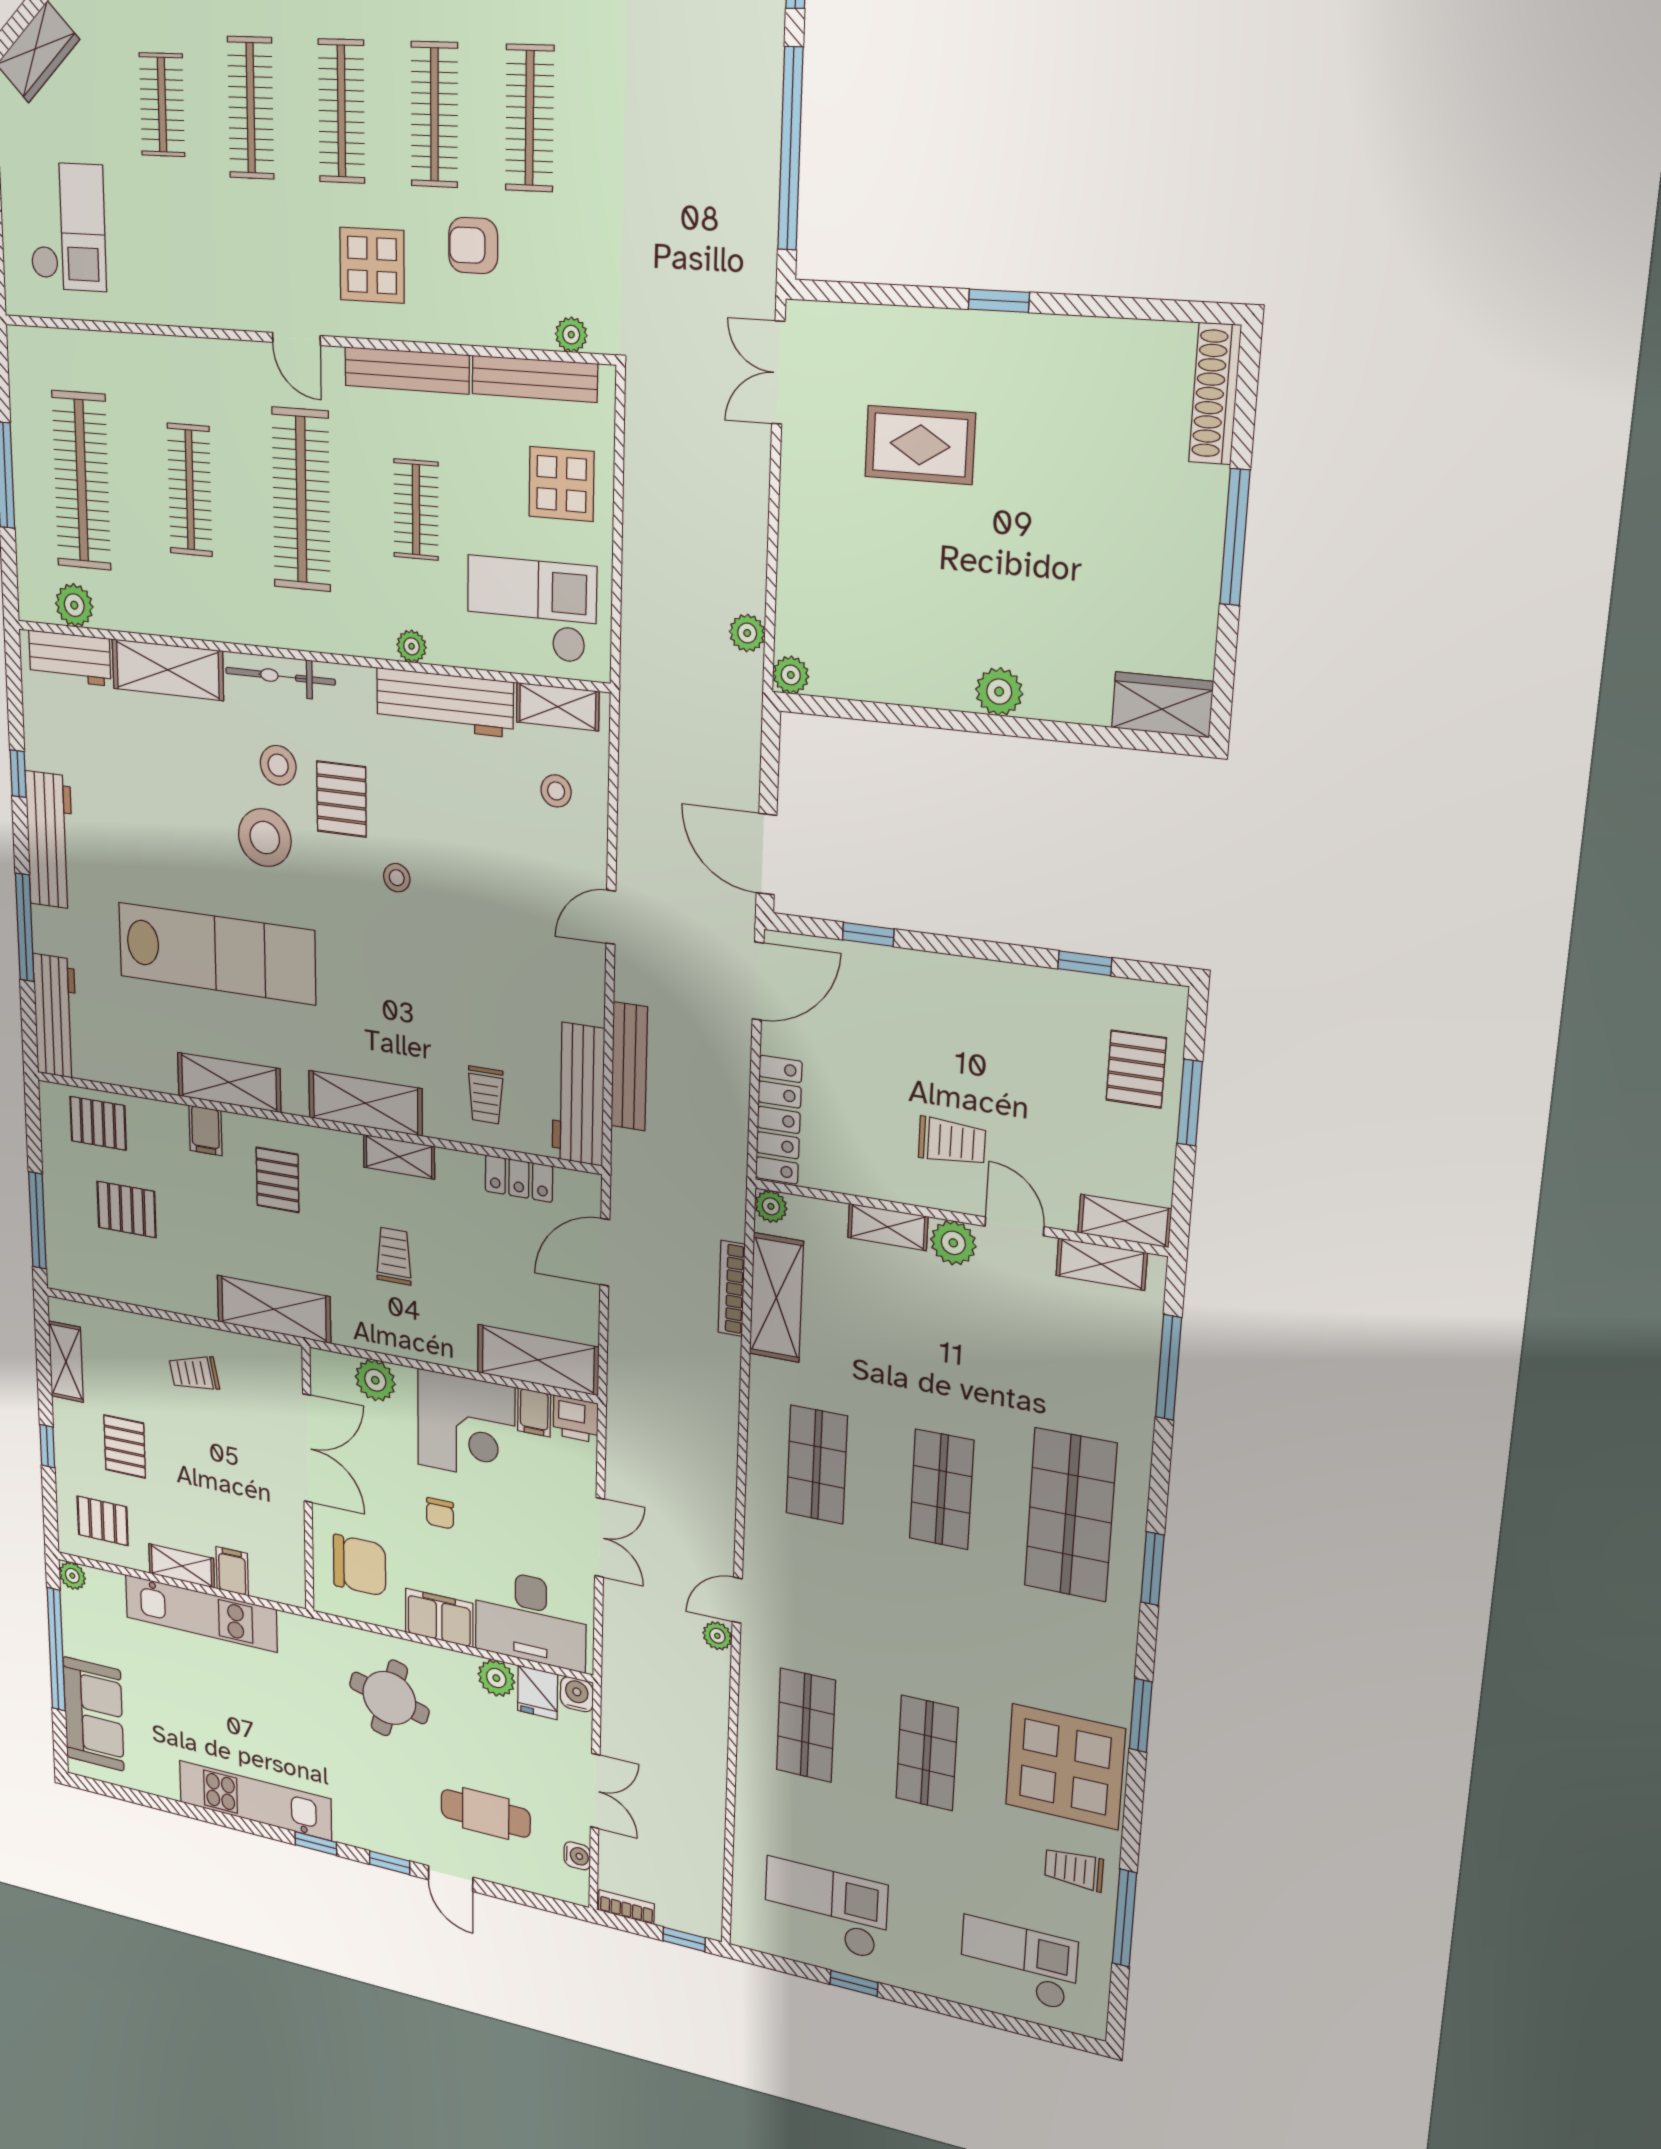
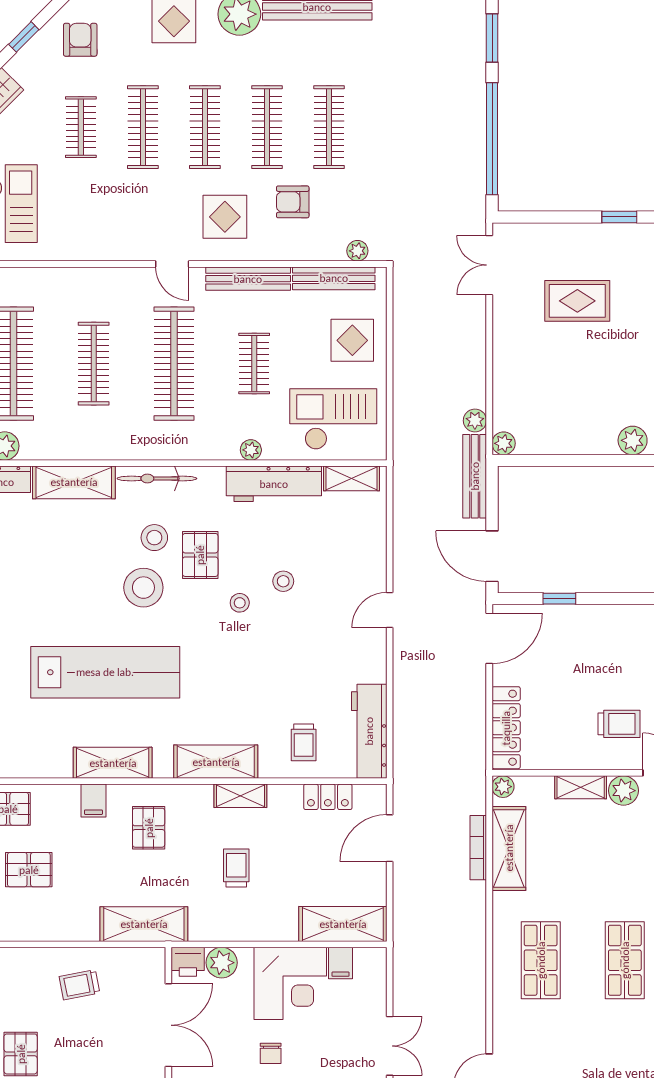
stool: (556, 791) -> (283, 581), moved
bench: (629, 1067) -> (475, 476), moved
printer: (576, 1419) -> (188, 962), moved

